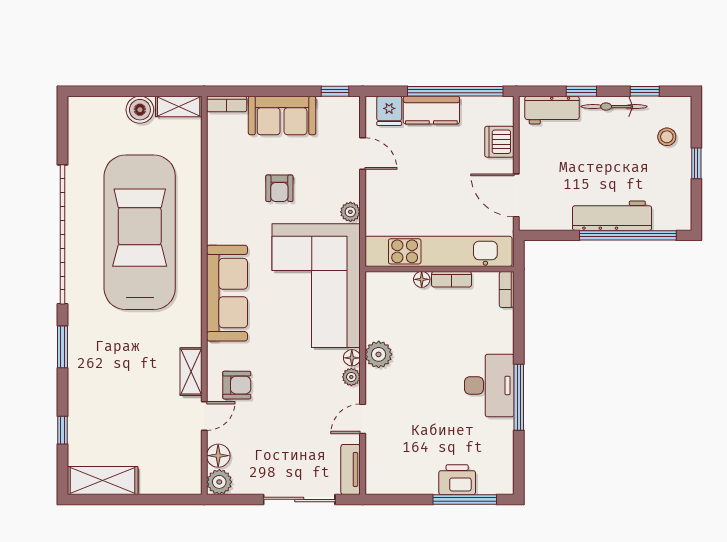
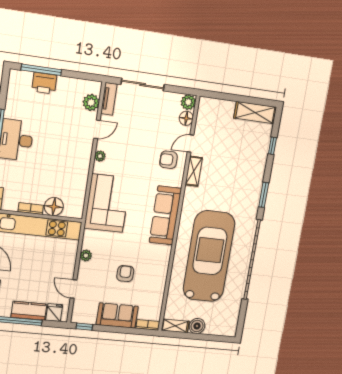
car: (140, 232) -> (209, 256), turned 180
floor lamp: (422, 279) -> (54, 207), width x1.89, depth x1.89
corner sofa: (316, 286) -> (107, 203), width x0.73, depth x0.74
plant: (379, 354) -> (91, 102), moved
floor lamp: (352, 358) -> (98, 168), removed

